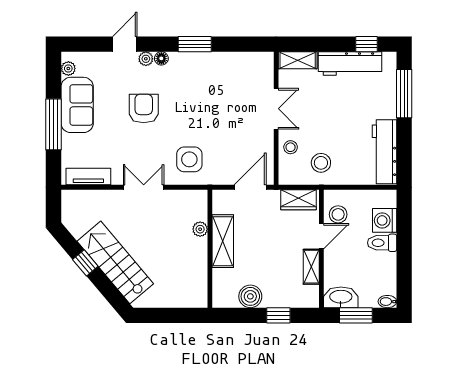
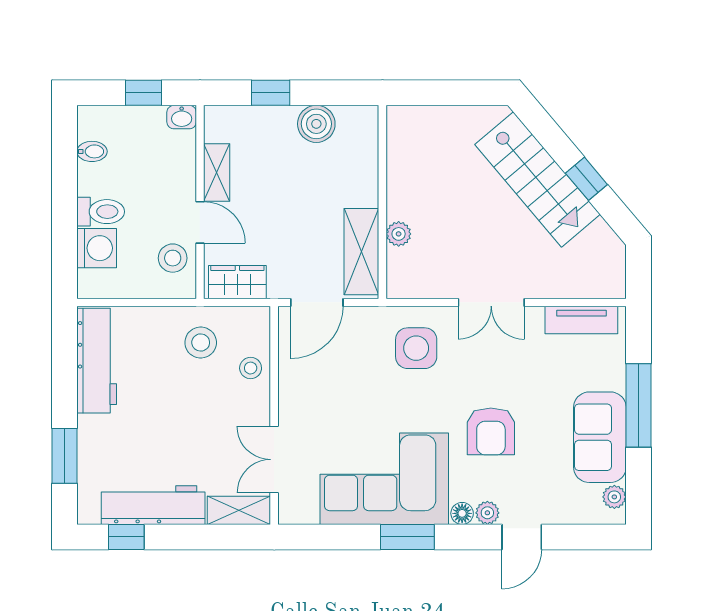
corner sofa: (209, 80) -> (384, 479), added
window: (404, 94) -> (65, 456), width x0.69
double door: (276, 109) -> (274, 460), moved
door: (321, 236) -> (200, 222), swing flipped
shelving: (223, 241) -> (361, 252), moved
washbasin: (341, 297) -> (182, 117), width x0.52, depth x0.69
bidet: (387, 302) -> (92, 151), moved
window: (356, 315) -> (144, 93), width x0.67

